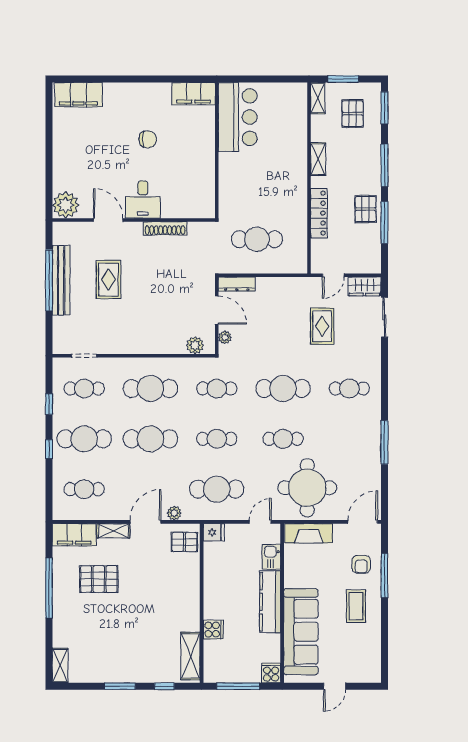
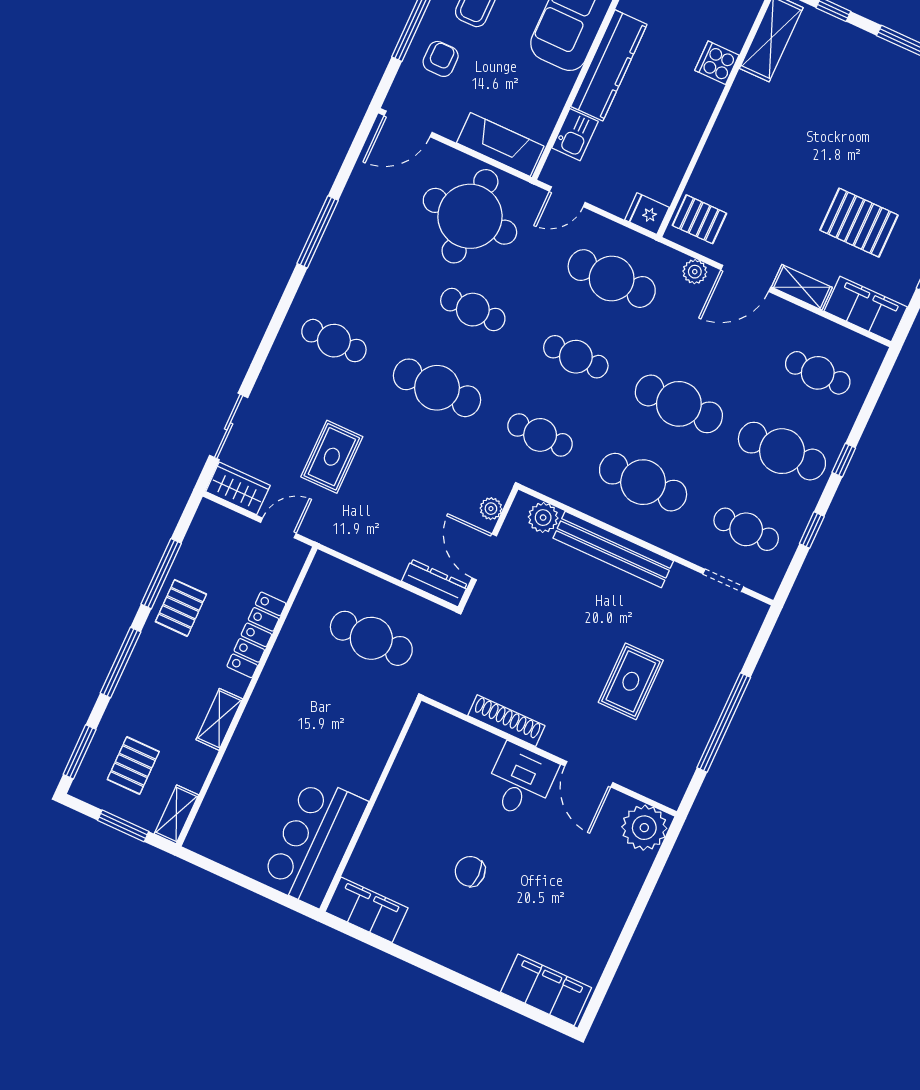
bench: (61, 280) -> (613, 549), moved, turned 90

